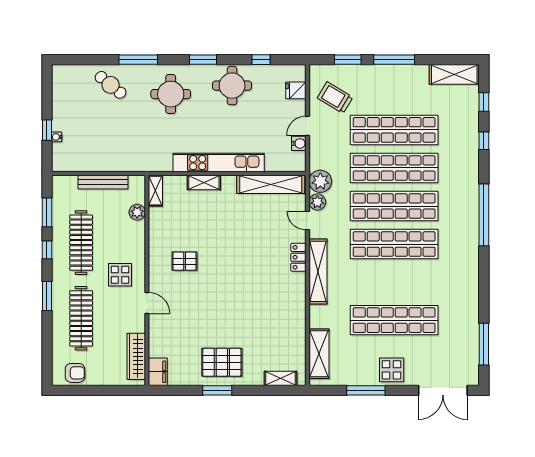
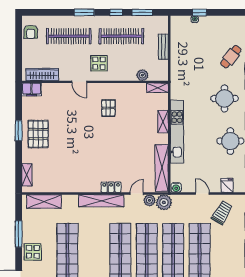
water cooler: (299, 143) -> (176, 187), moved
bench: (103, 182) -> (163, 47), width x0.73
door: (147, 303) -> (79, 82), hinge flipped

